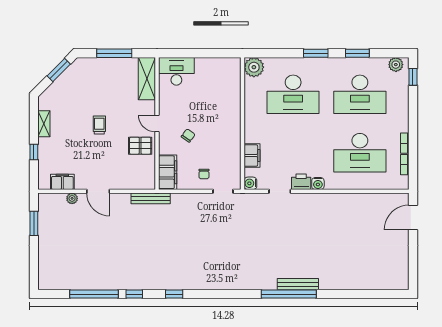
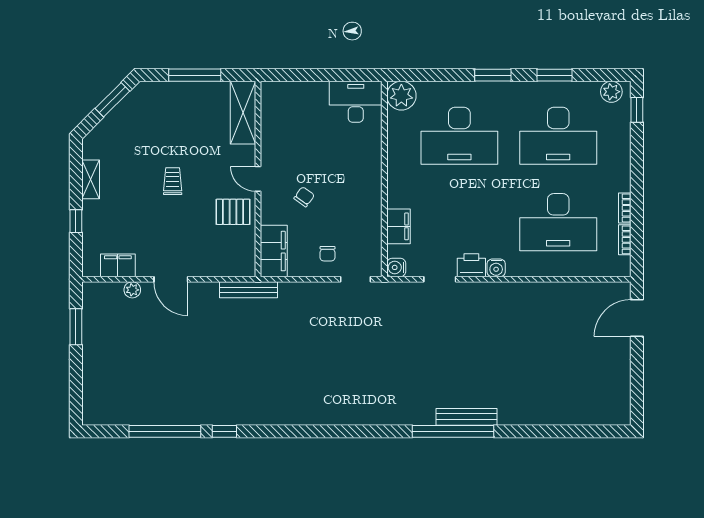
desk: (176, 71) -> (356, 102), moved
window: (174, 294) -> (283, 431), removed

